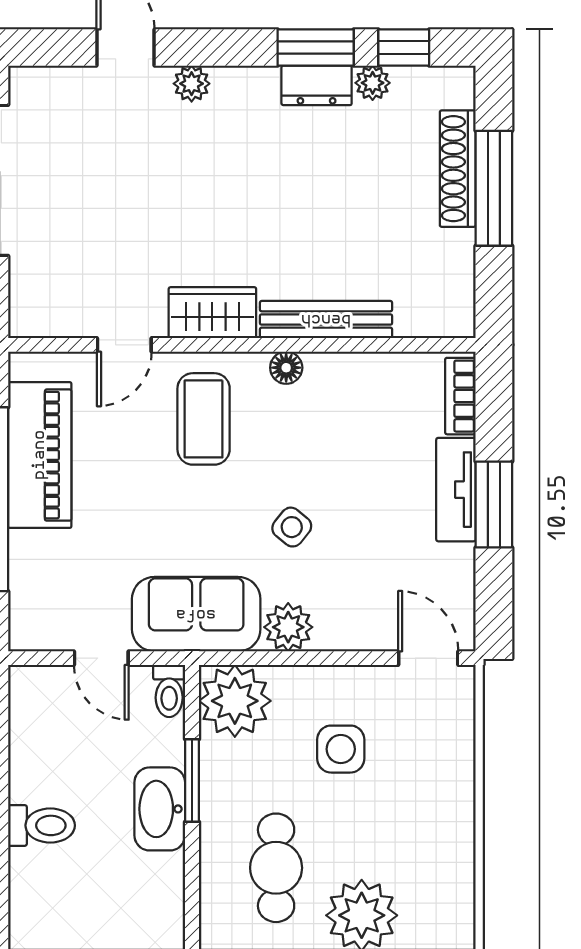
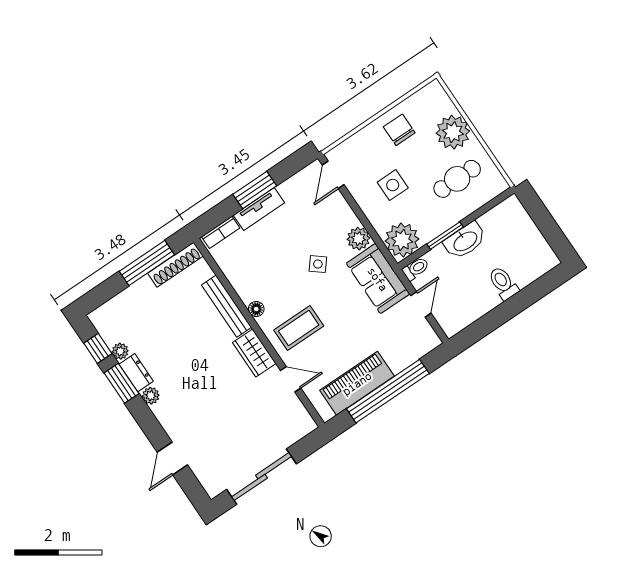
plant: (192, 84) -> (151, 396), moved
shoe rack: (458, 169) -> (175, 265), moved
window: (494, 188) -> (147, 263), moved
chair: (429, 825) -> (399, 130), added

